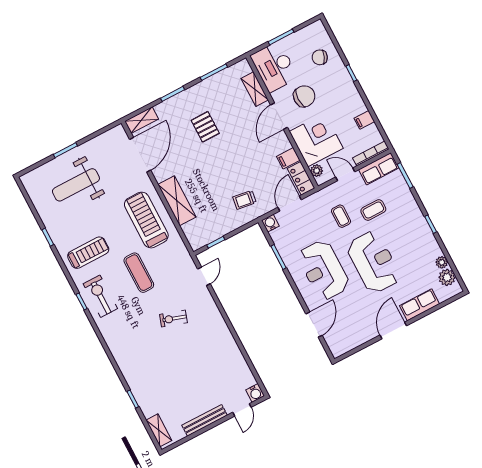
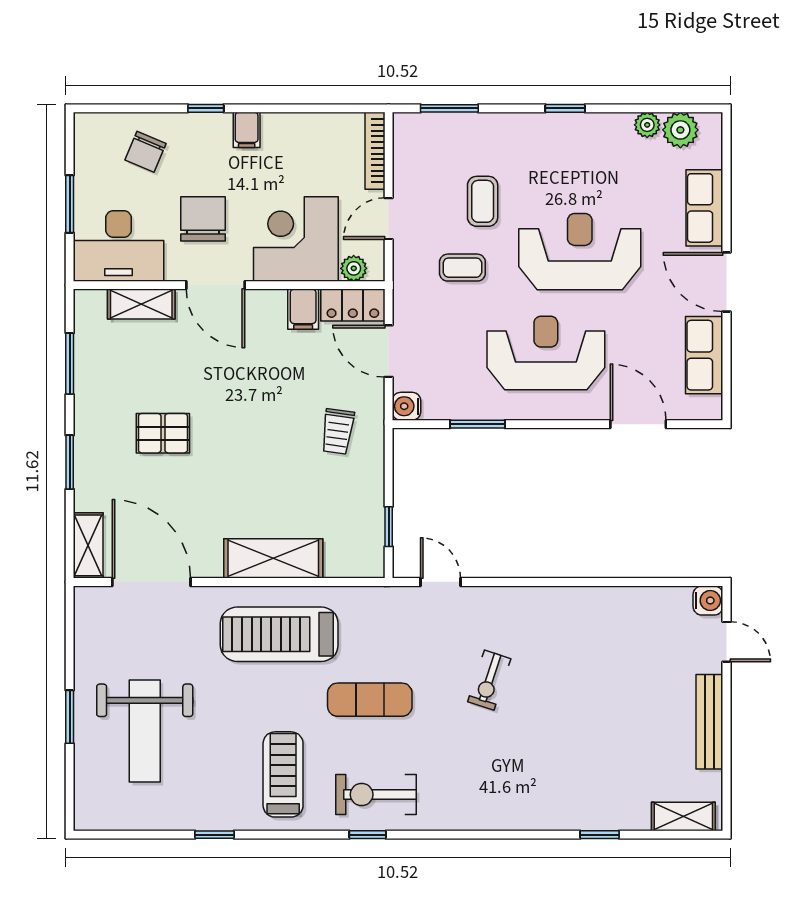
filing cabinet: (364, 120) -> (247, 130), moved
row of seats: (379, 169) -> (704, 355), moved, turned 180
reception desk: (323, 270) -> (546, 353), turned 180

